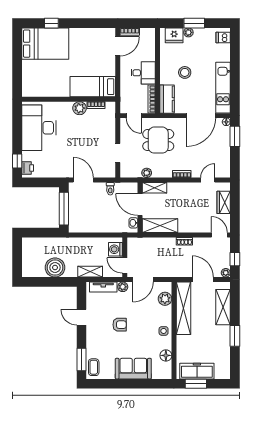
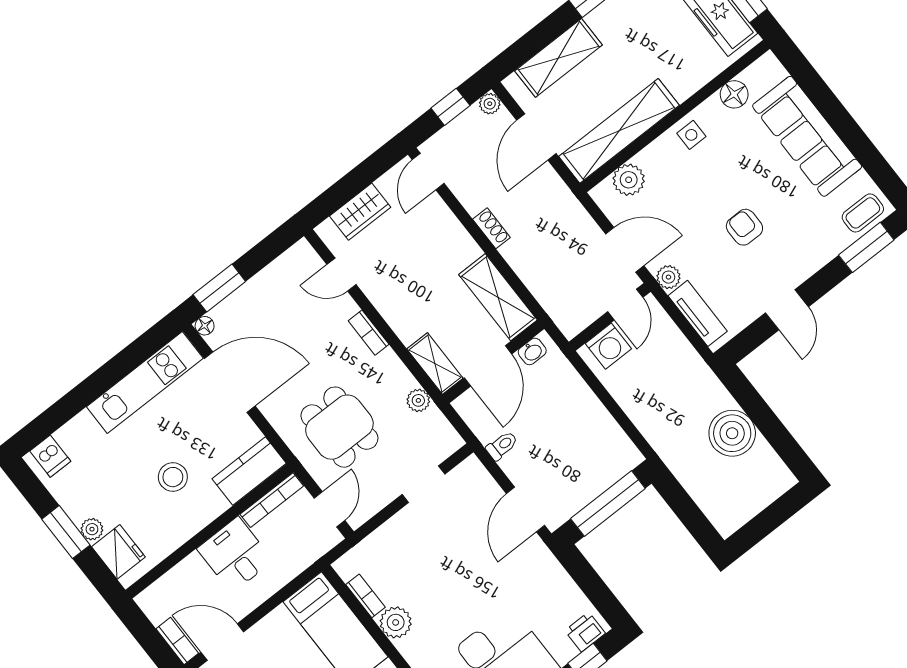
shelving: (90, 272) -> (688, 361), removed
sofa: (133, 369) -> (807, 136), width x1.36

